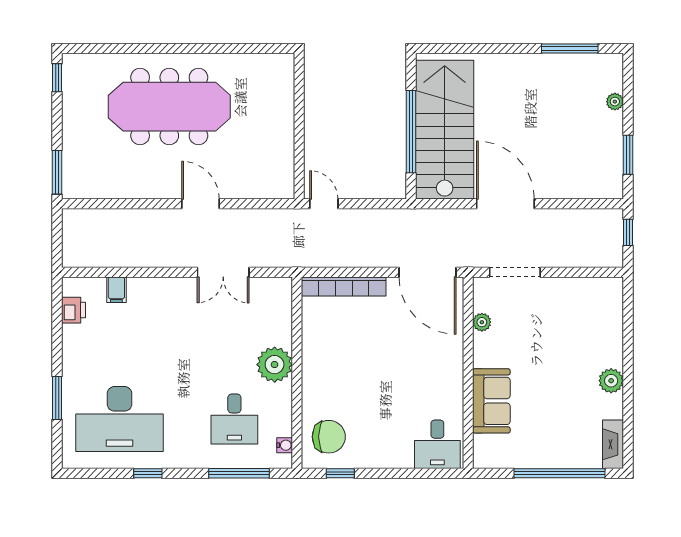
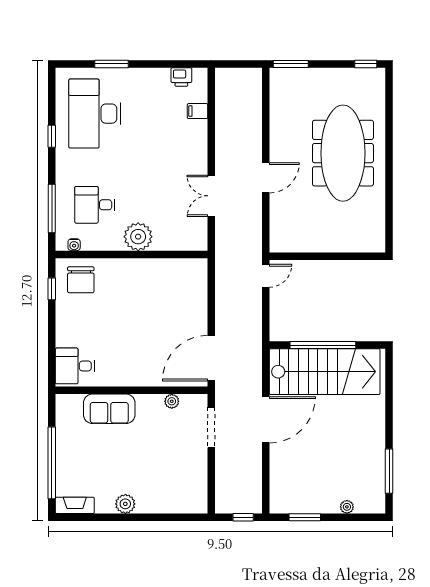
bookcase: (344, 286) -> (200, 292), removed

